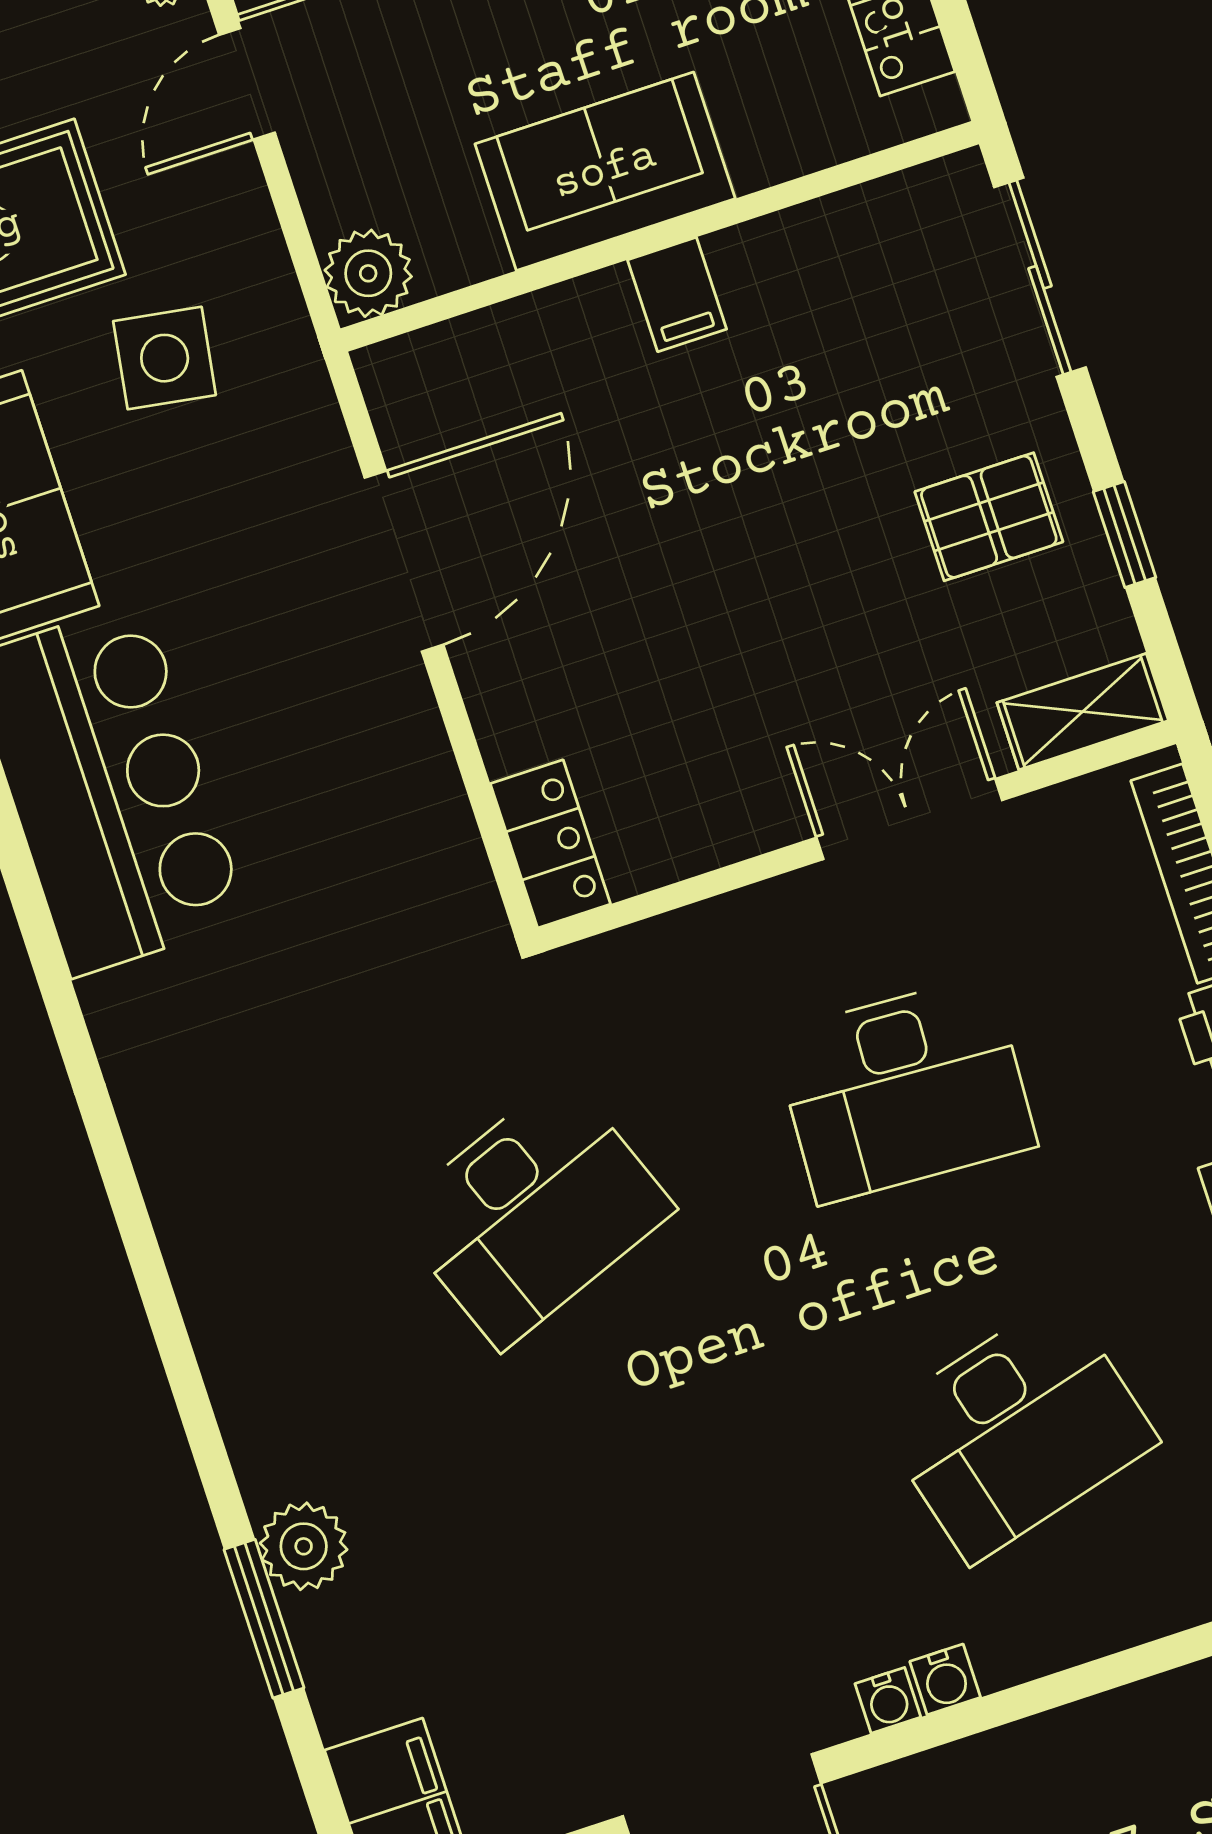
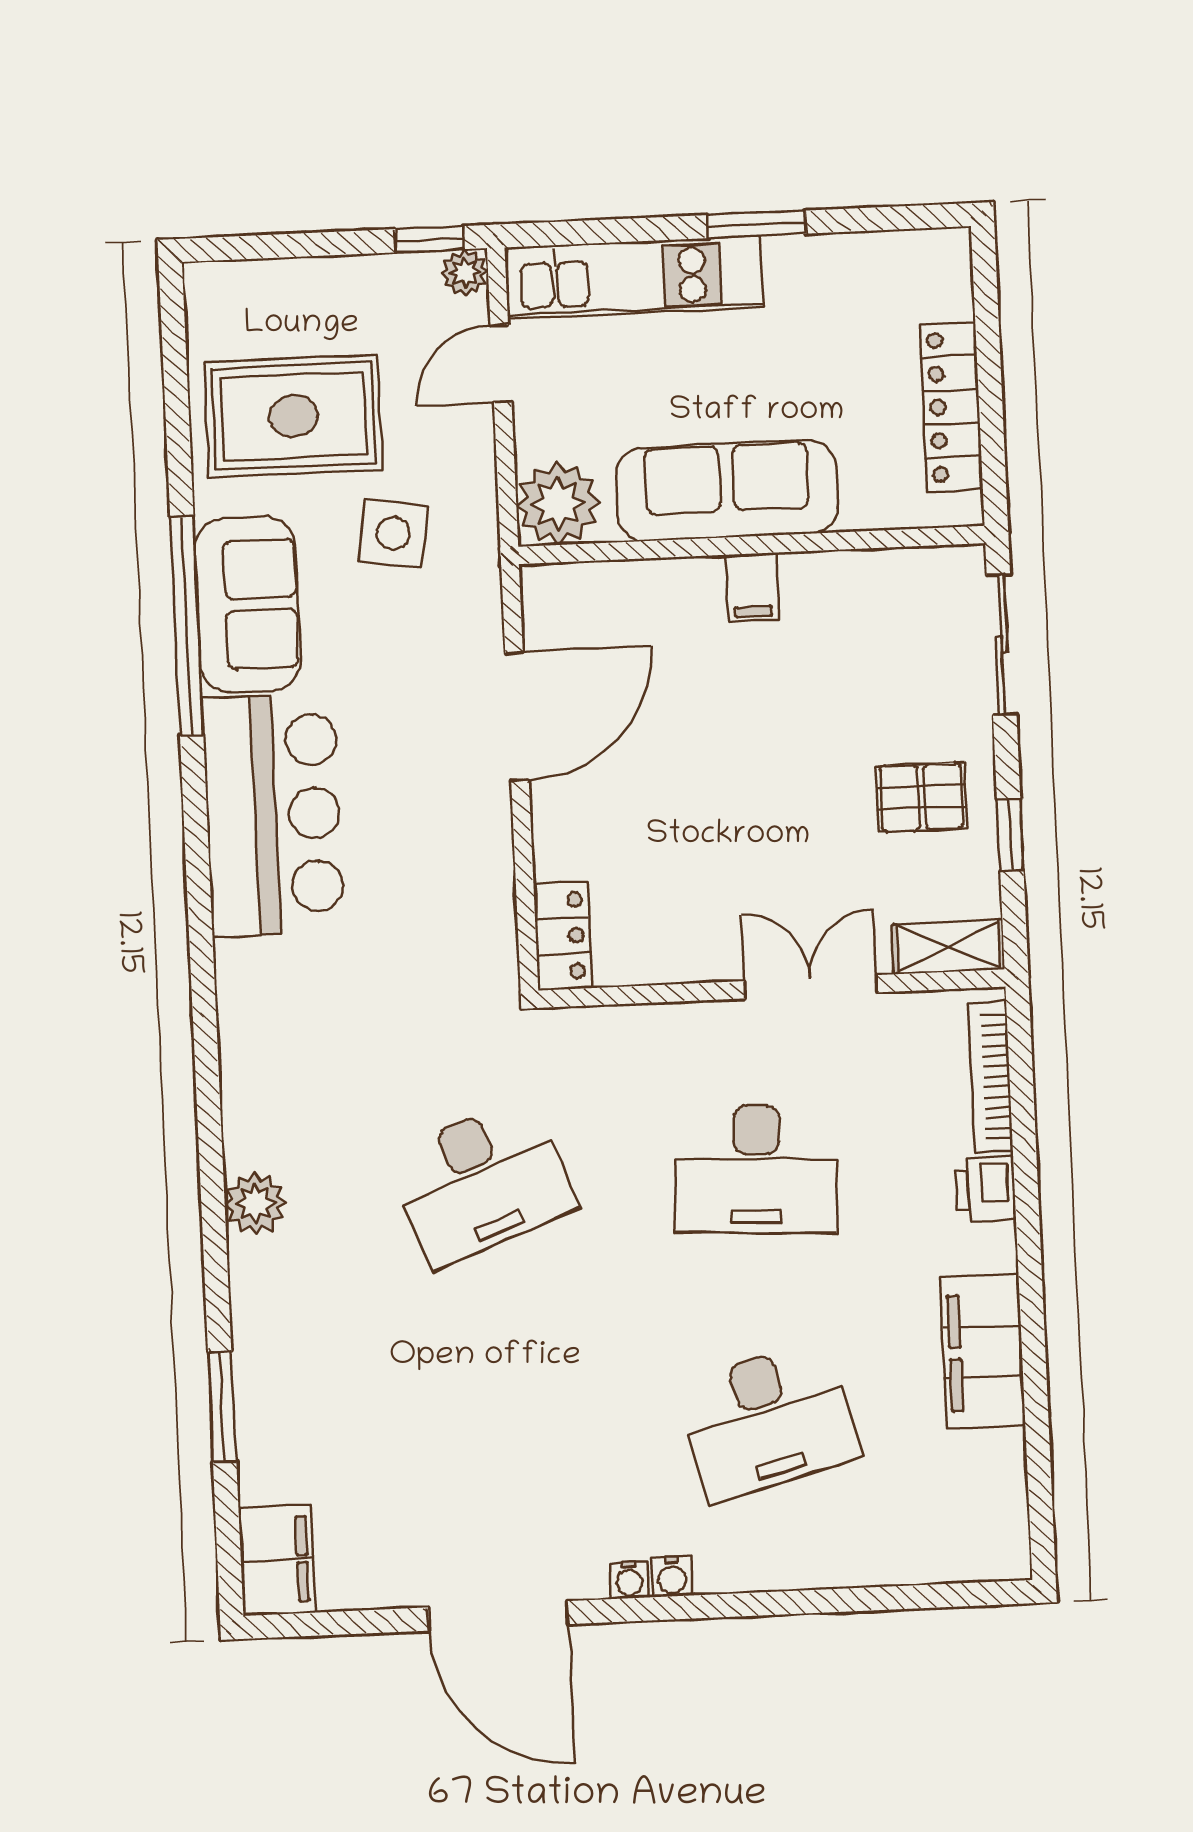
sofa: (605, 171) -> (727, 491), width x1.36
plant: (368, 273) -> (558, 503), width x1.36, depth x1.36
plant: (304, 1546) -> (255, 1203), moved

